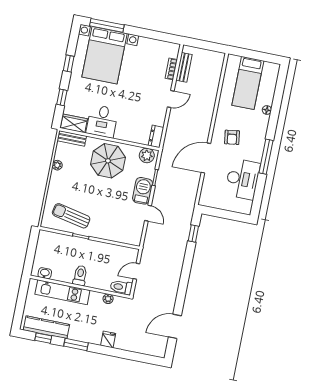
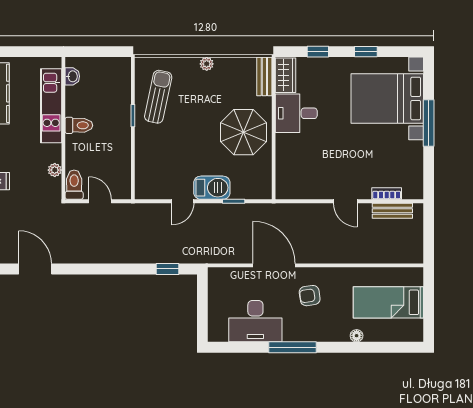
window: (107, 25) -> (429, 123), moved
dresser: (156, 136) -> (290, 191), removed
plant: (147, 155) -> (262, 184), removed
plant: (57, 165) -> (207, 64), moved

